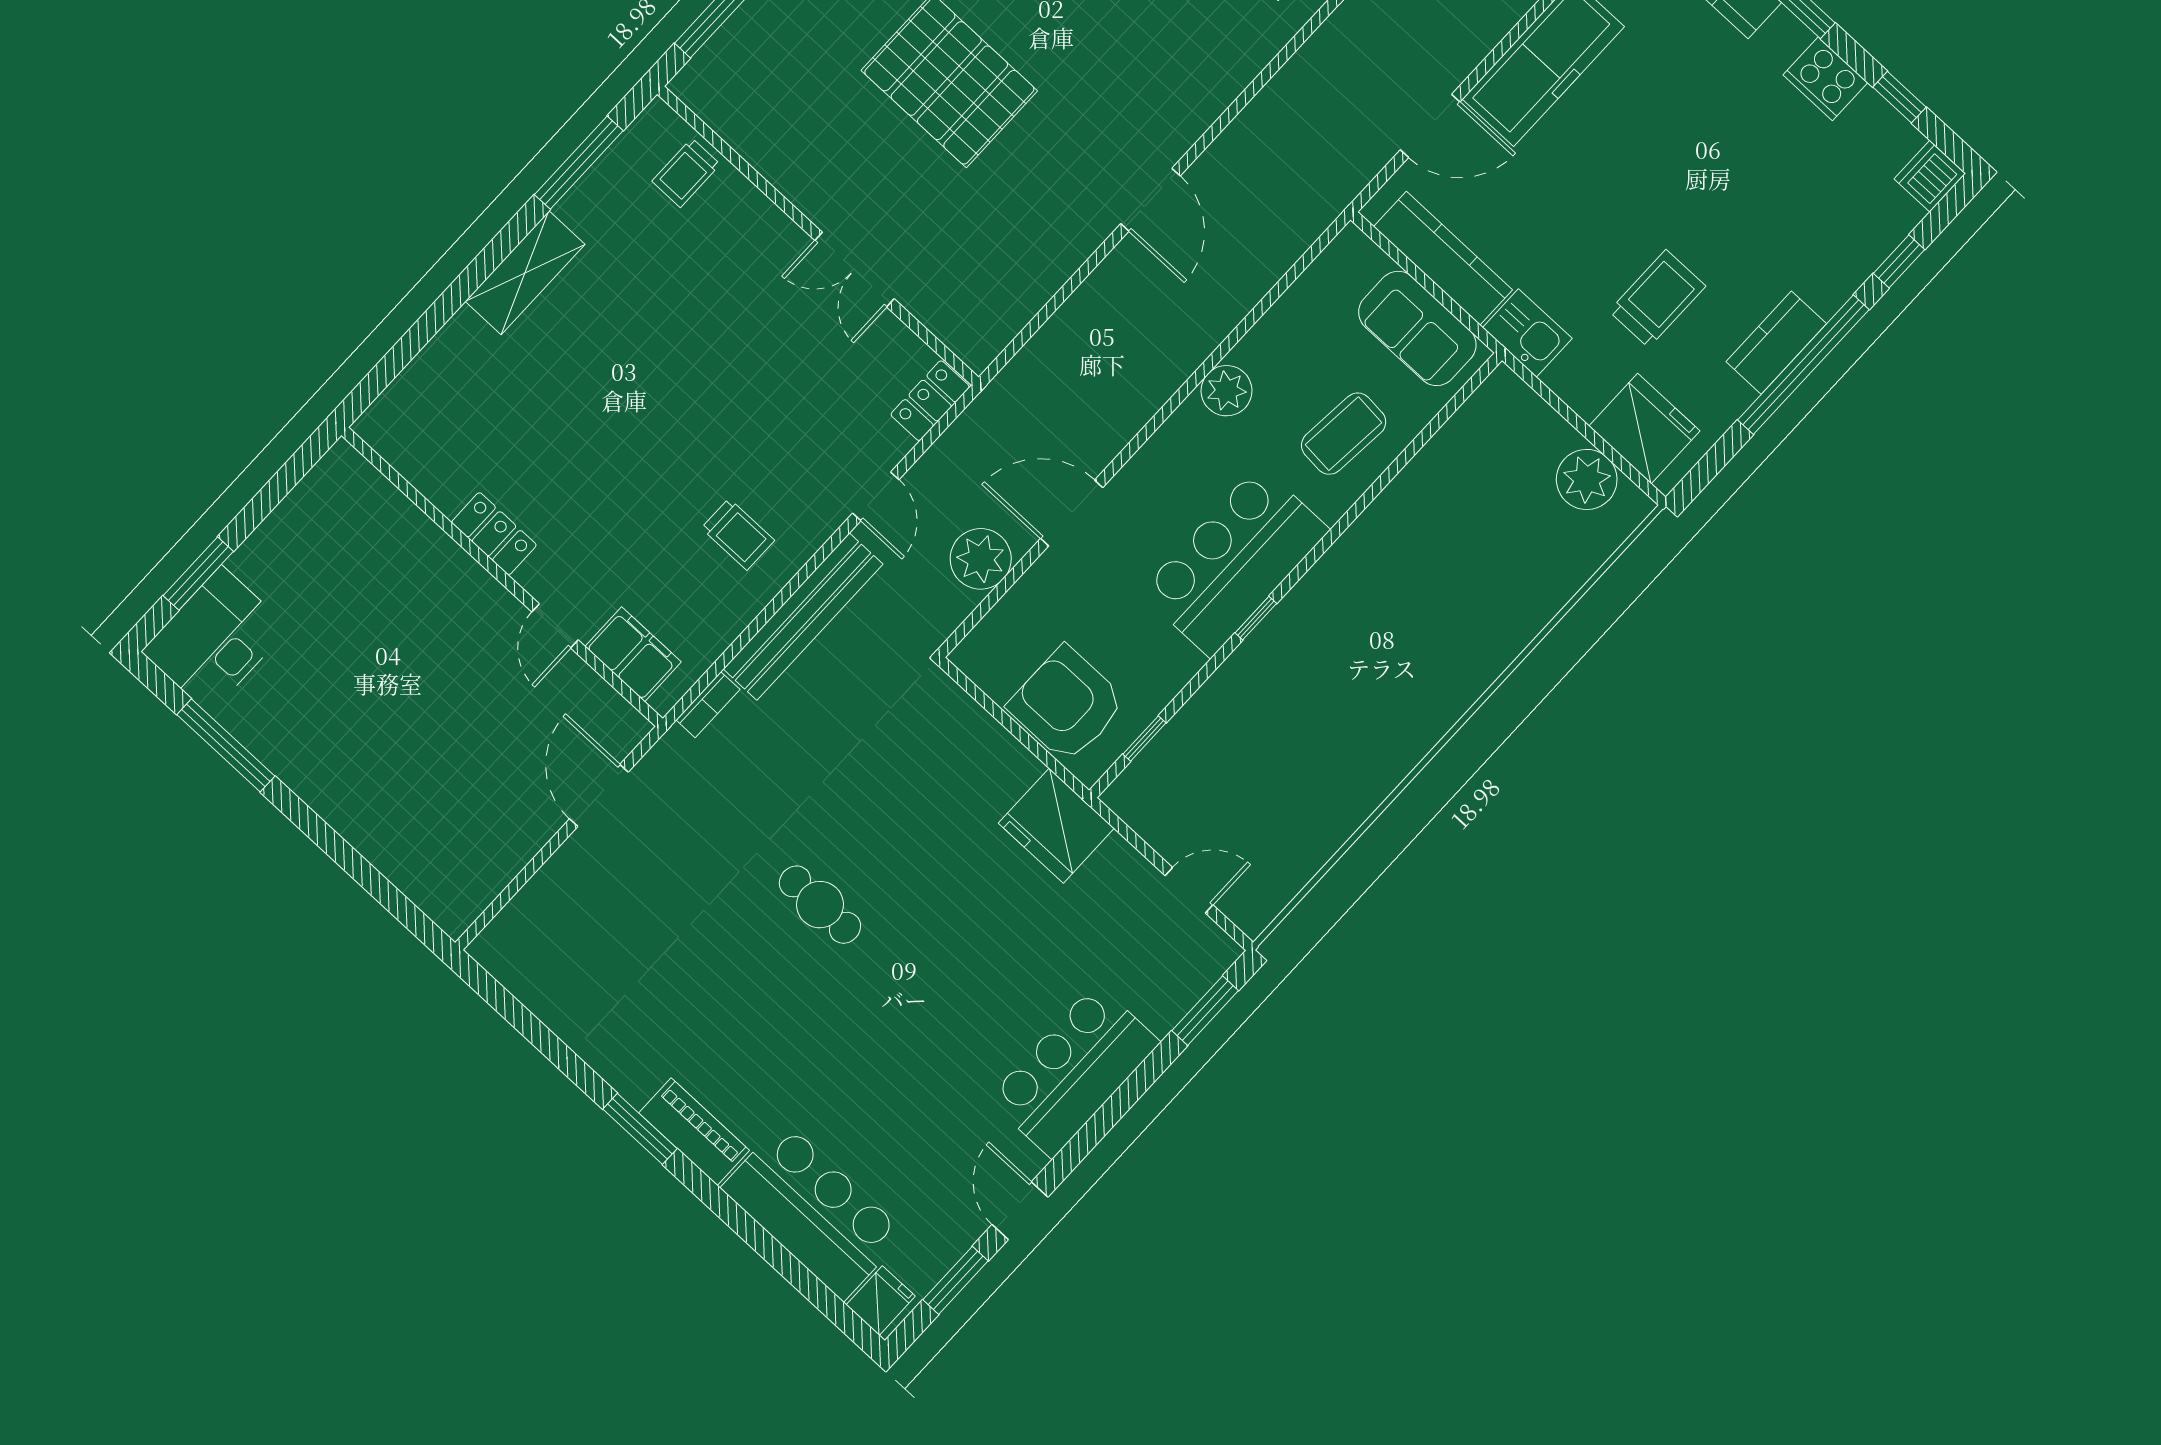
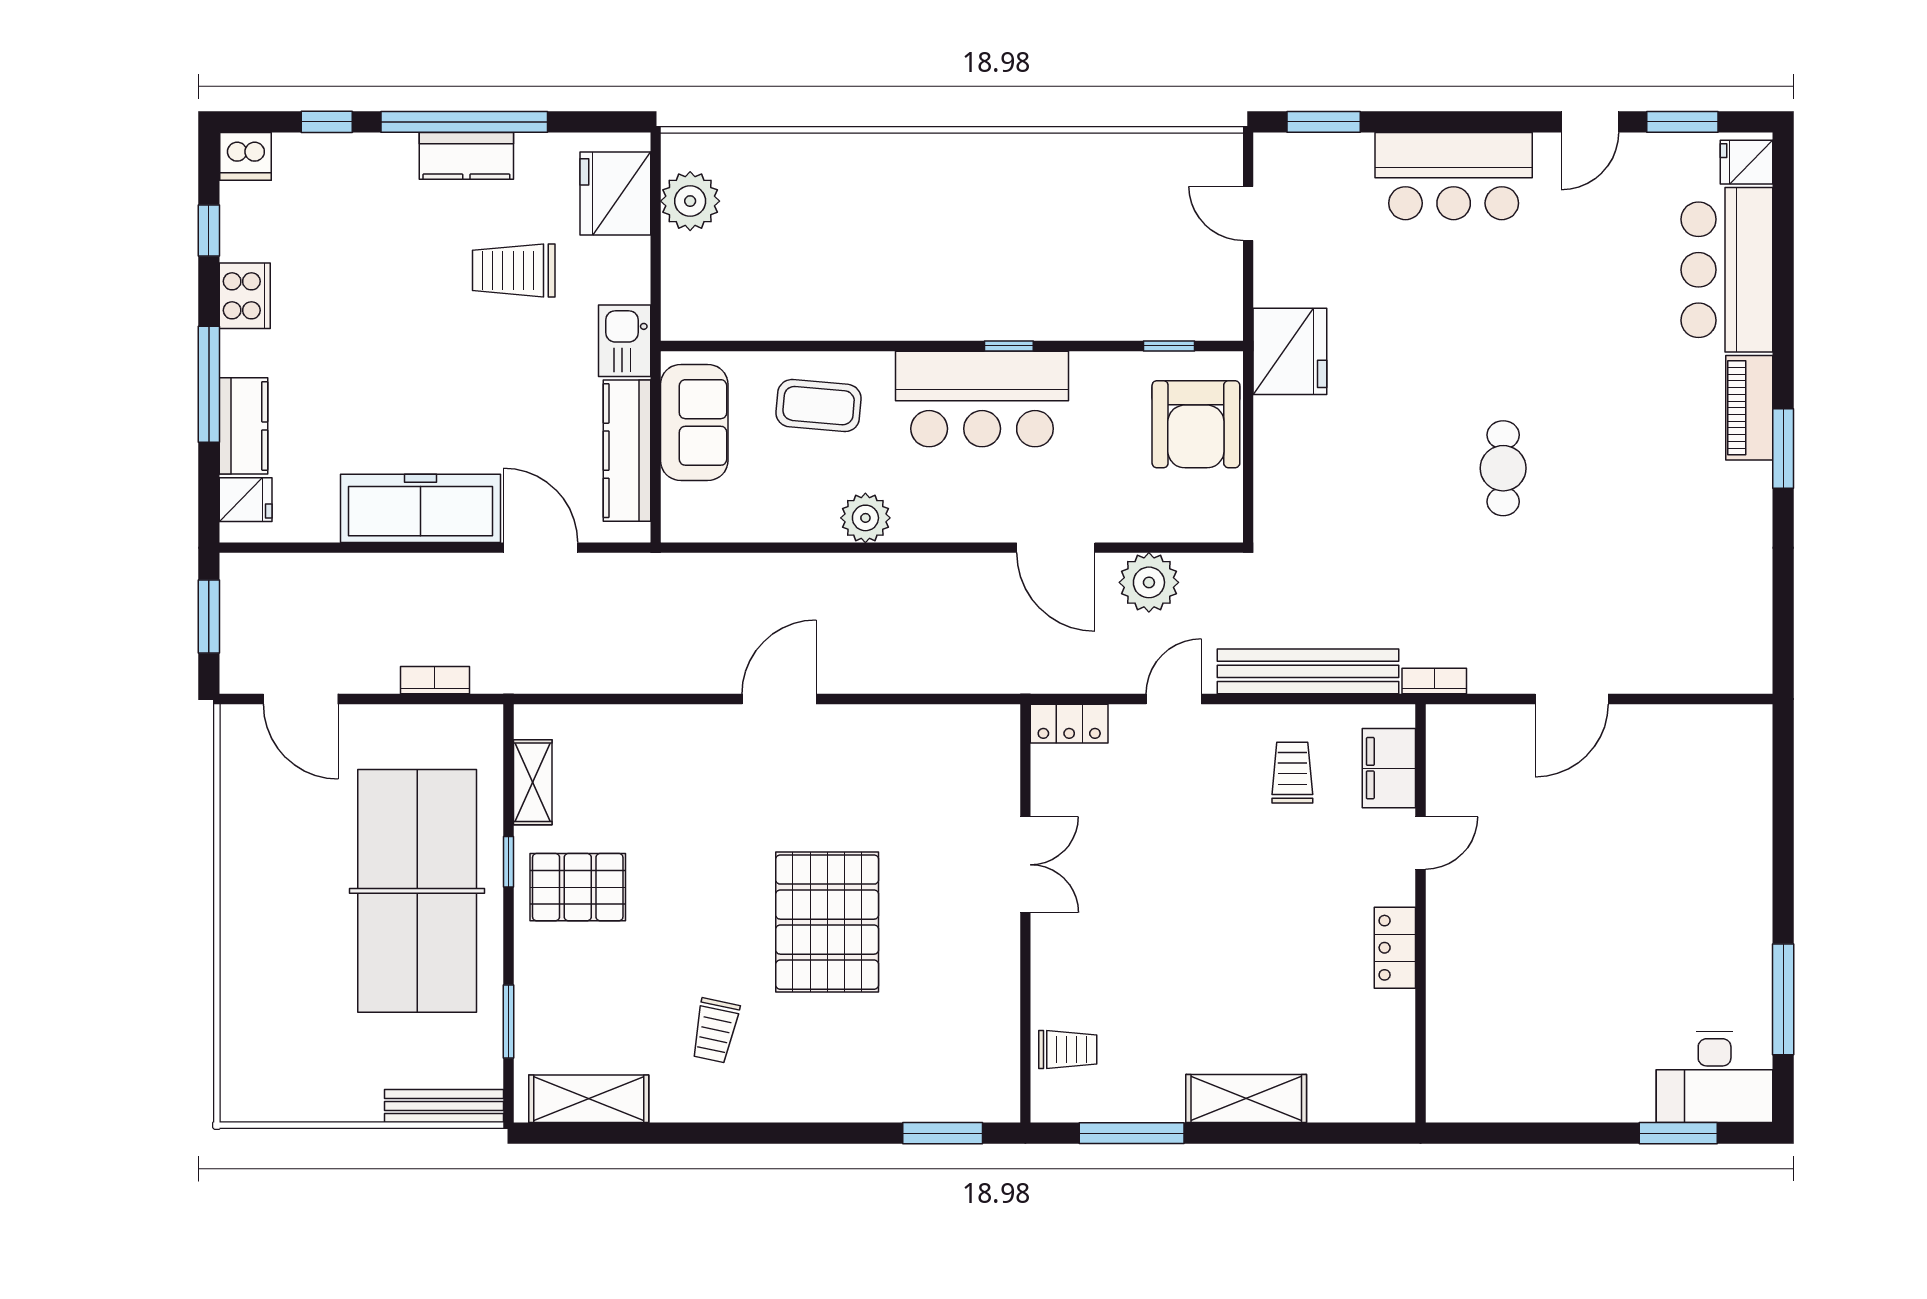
locker: (494, 534) -> (1395, 948), moved
wall: (502, 577) -> (1420, 913), moved
door: (555, 626) -> (1420, 843), moved
filing cabinet: (633, 654) -> (1389, 768), moved

